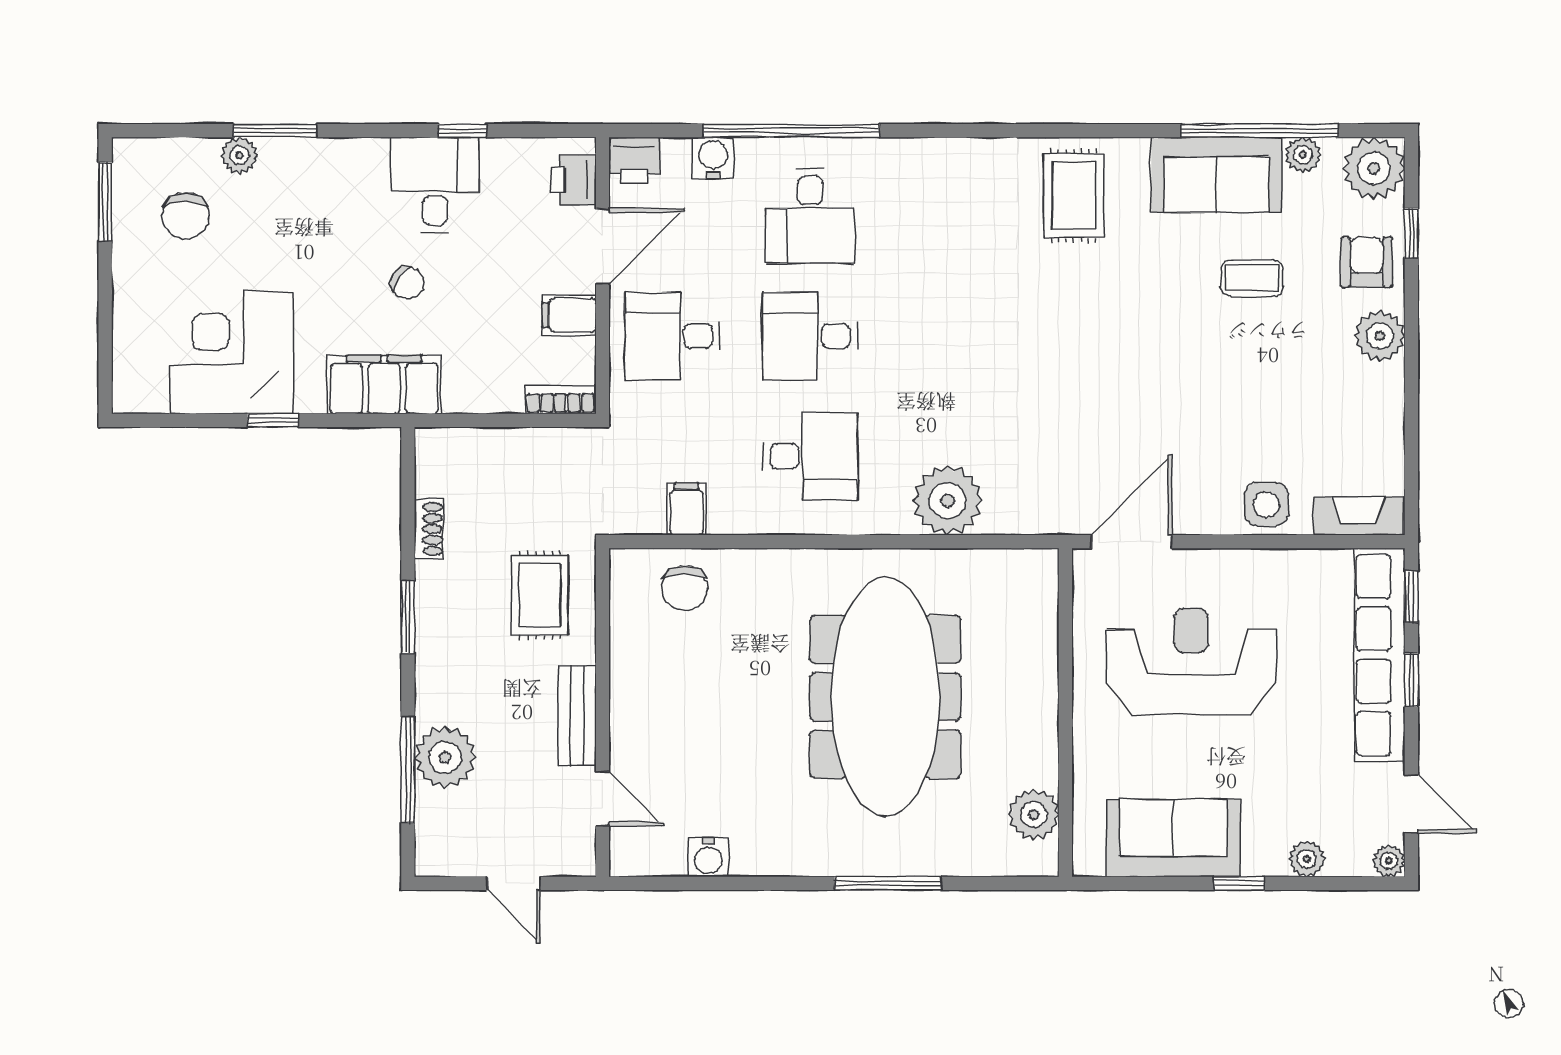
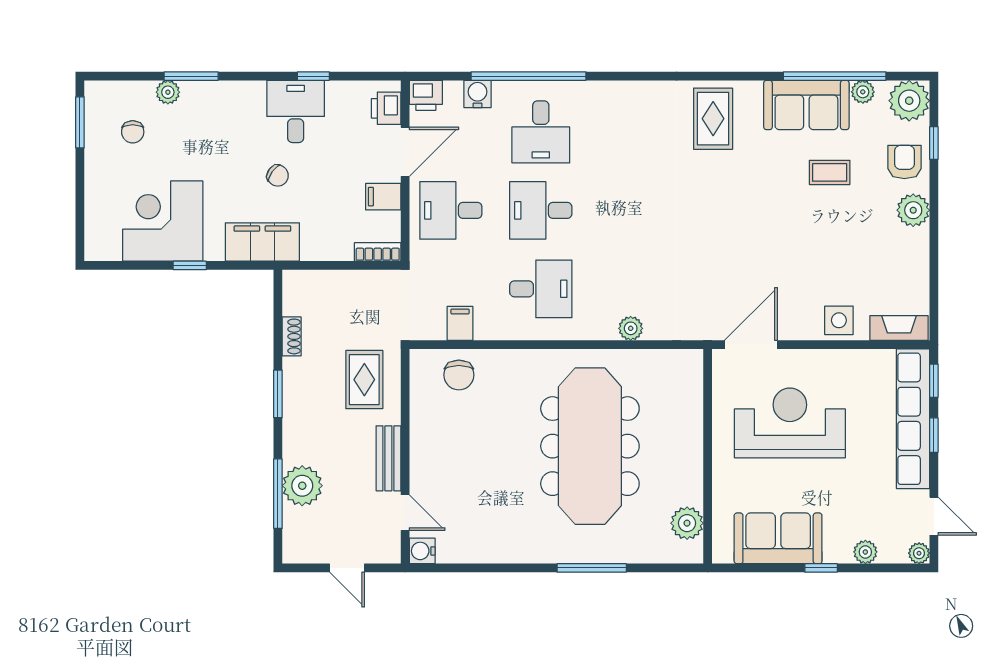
chair: (186, 216) -> (133, 132), width x0.73, depth x0.73
plant: (948, 500) -> (631, 328), width x0.53, depth x0.53
water cooler: (708, 857) -> (422, 551), moved, turned 90

